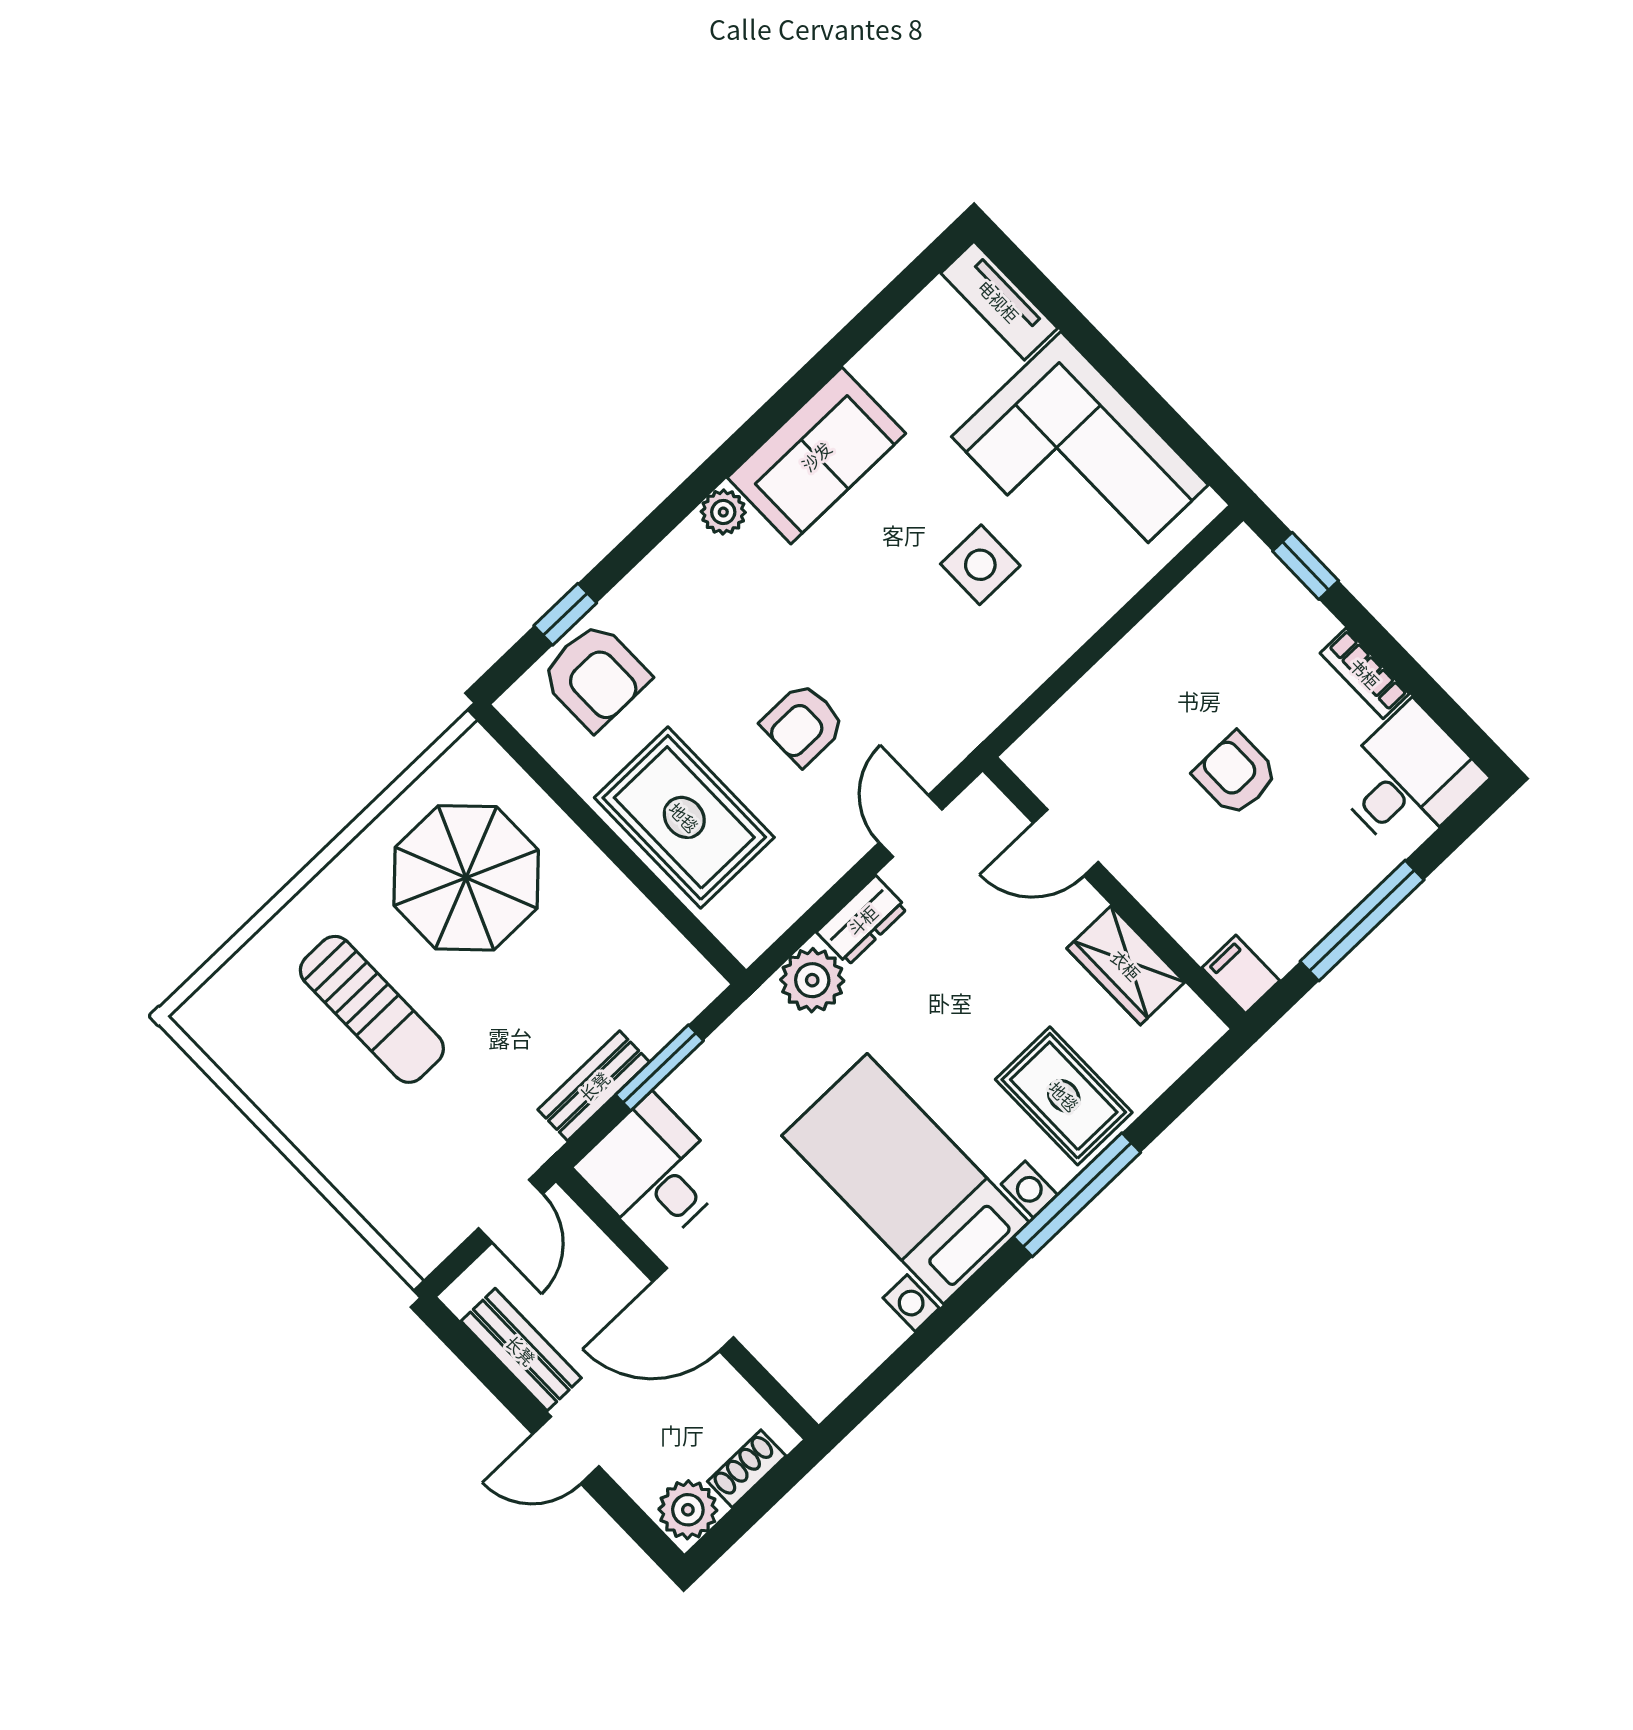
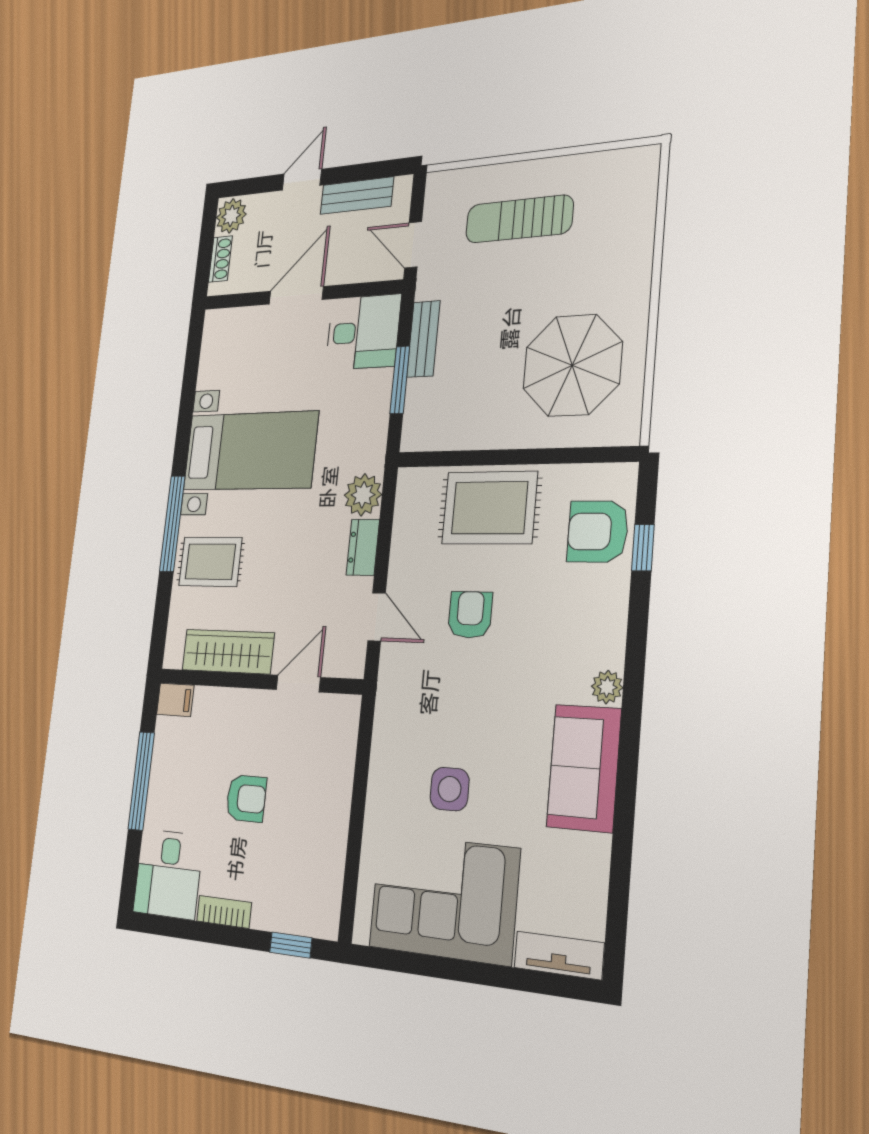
wardrobe: (1126, 965) -> (228, 651), width x1.50
sun lounger: (372, 1009) -> (519, 219), moved

